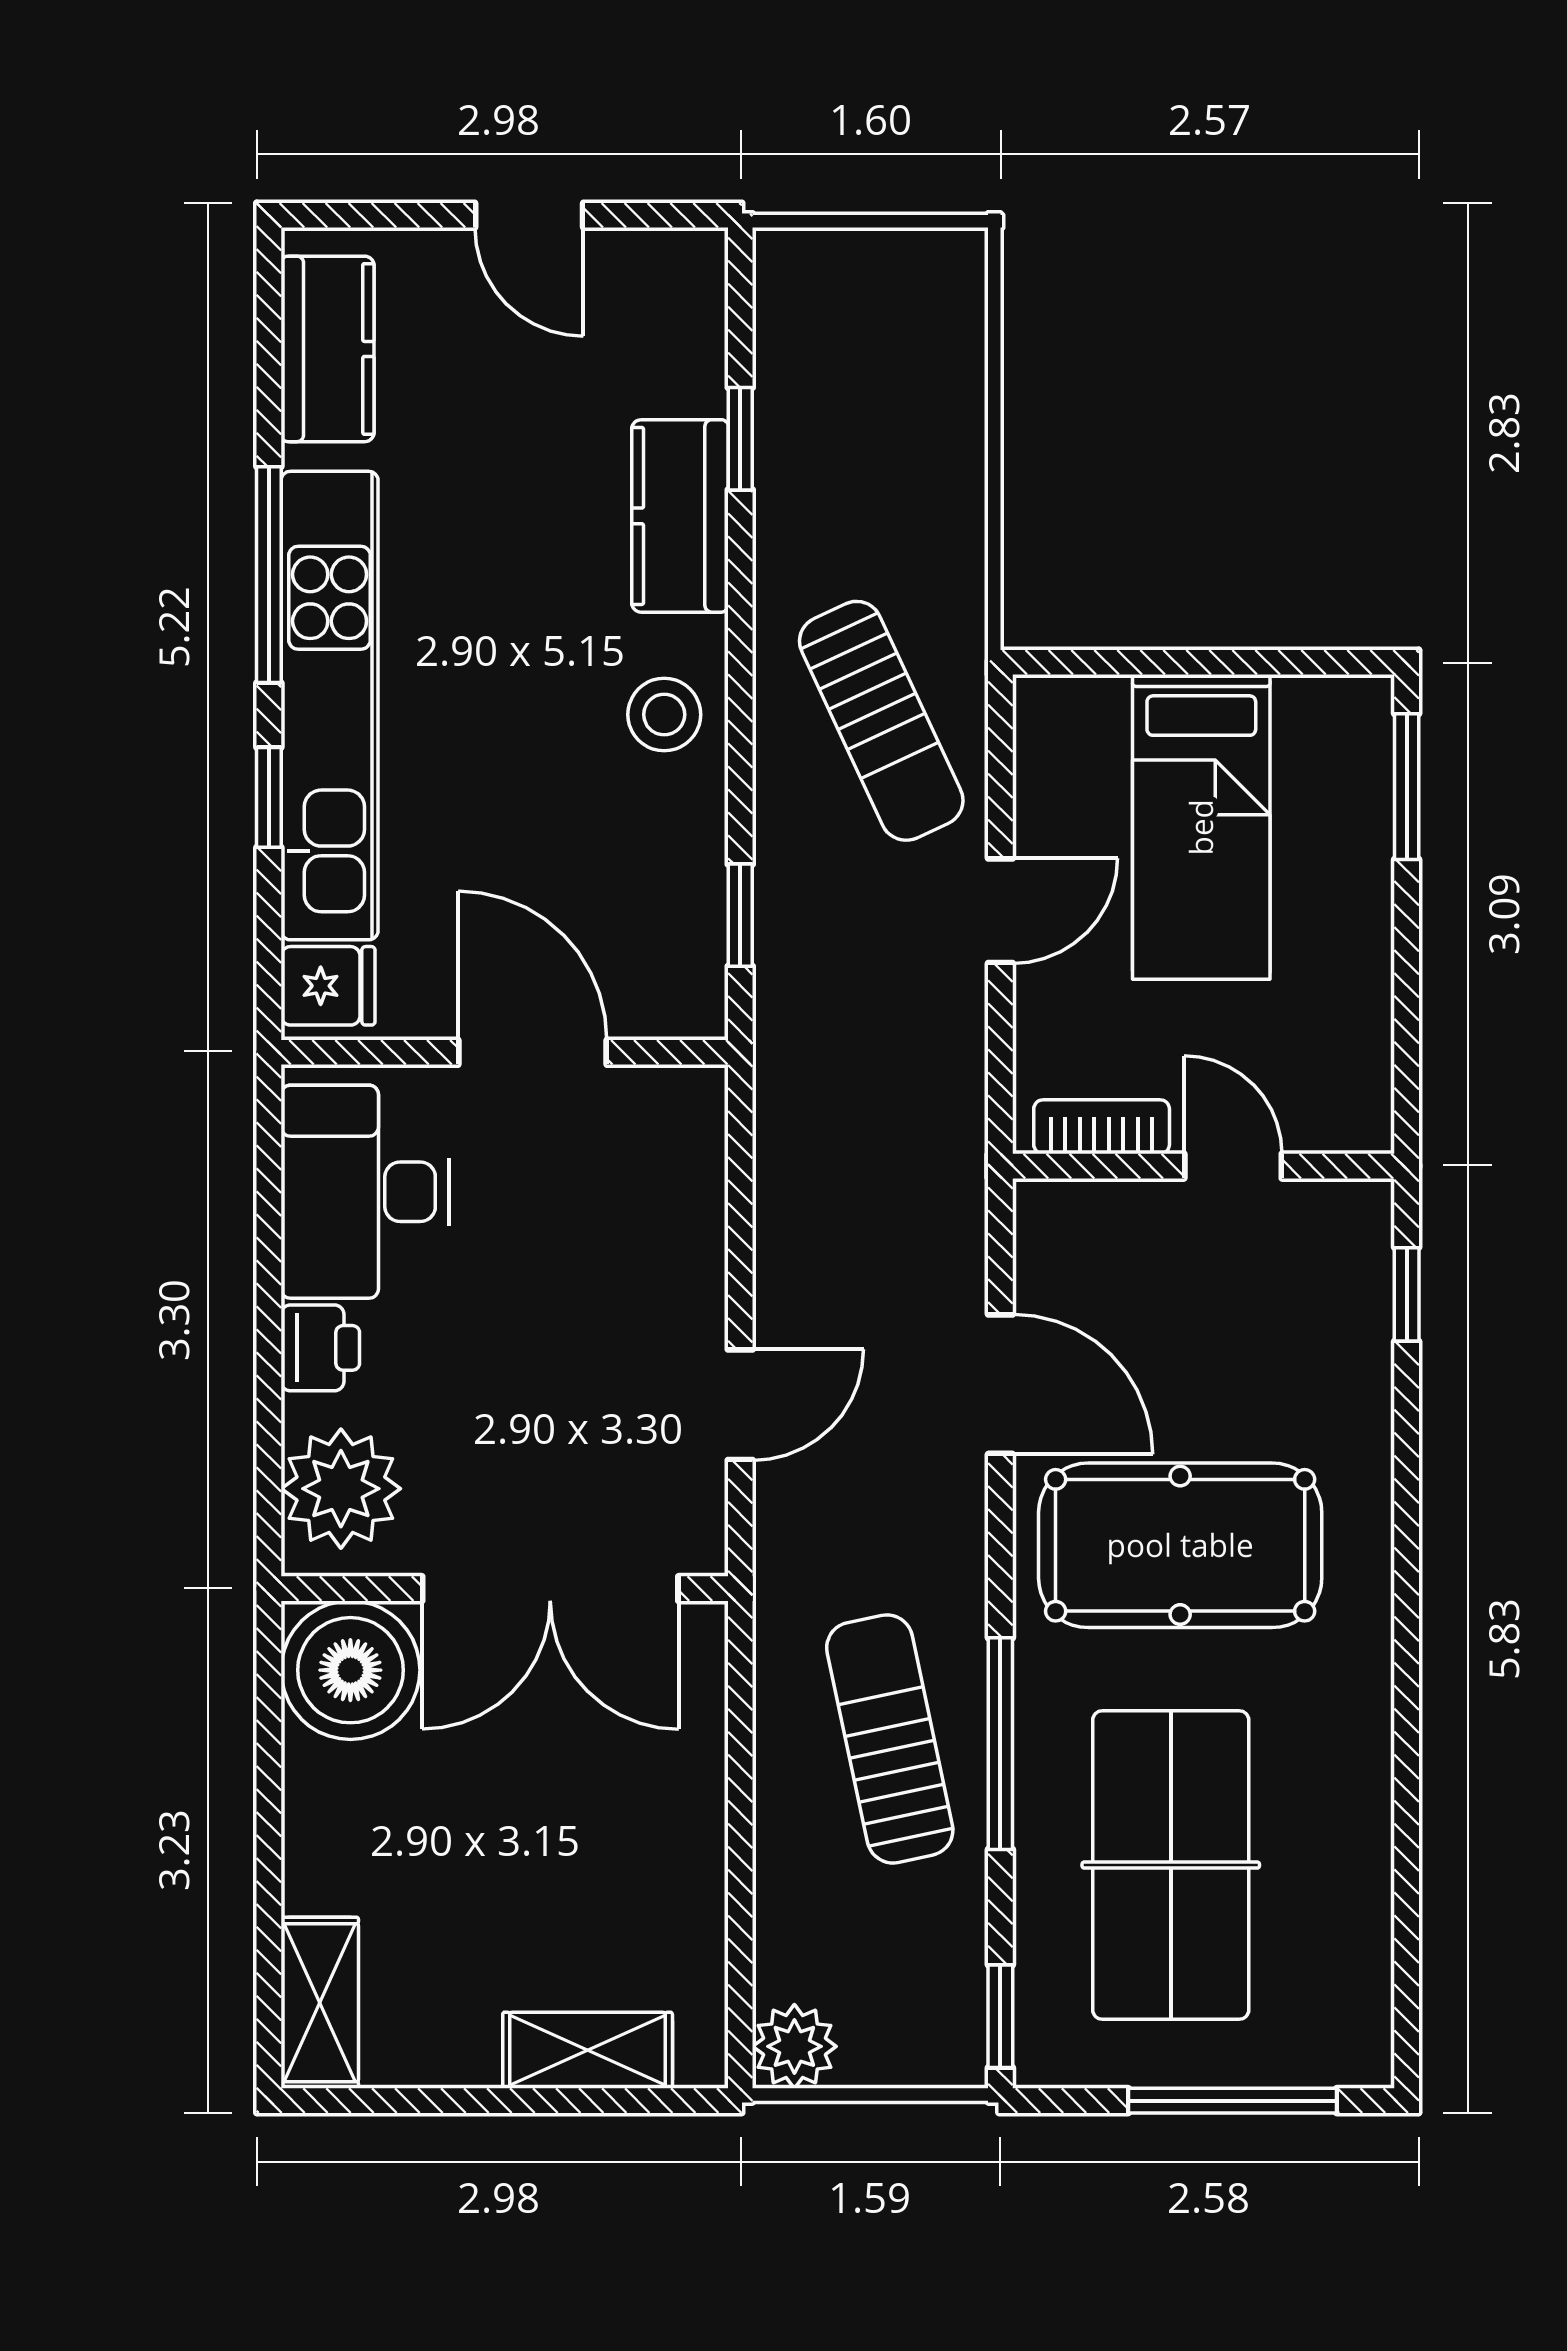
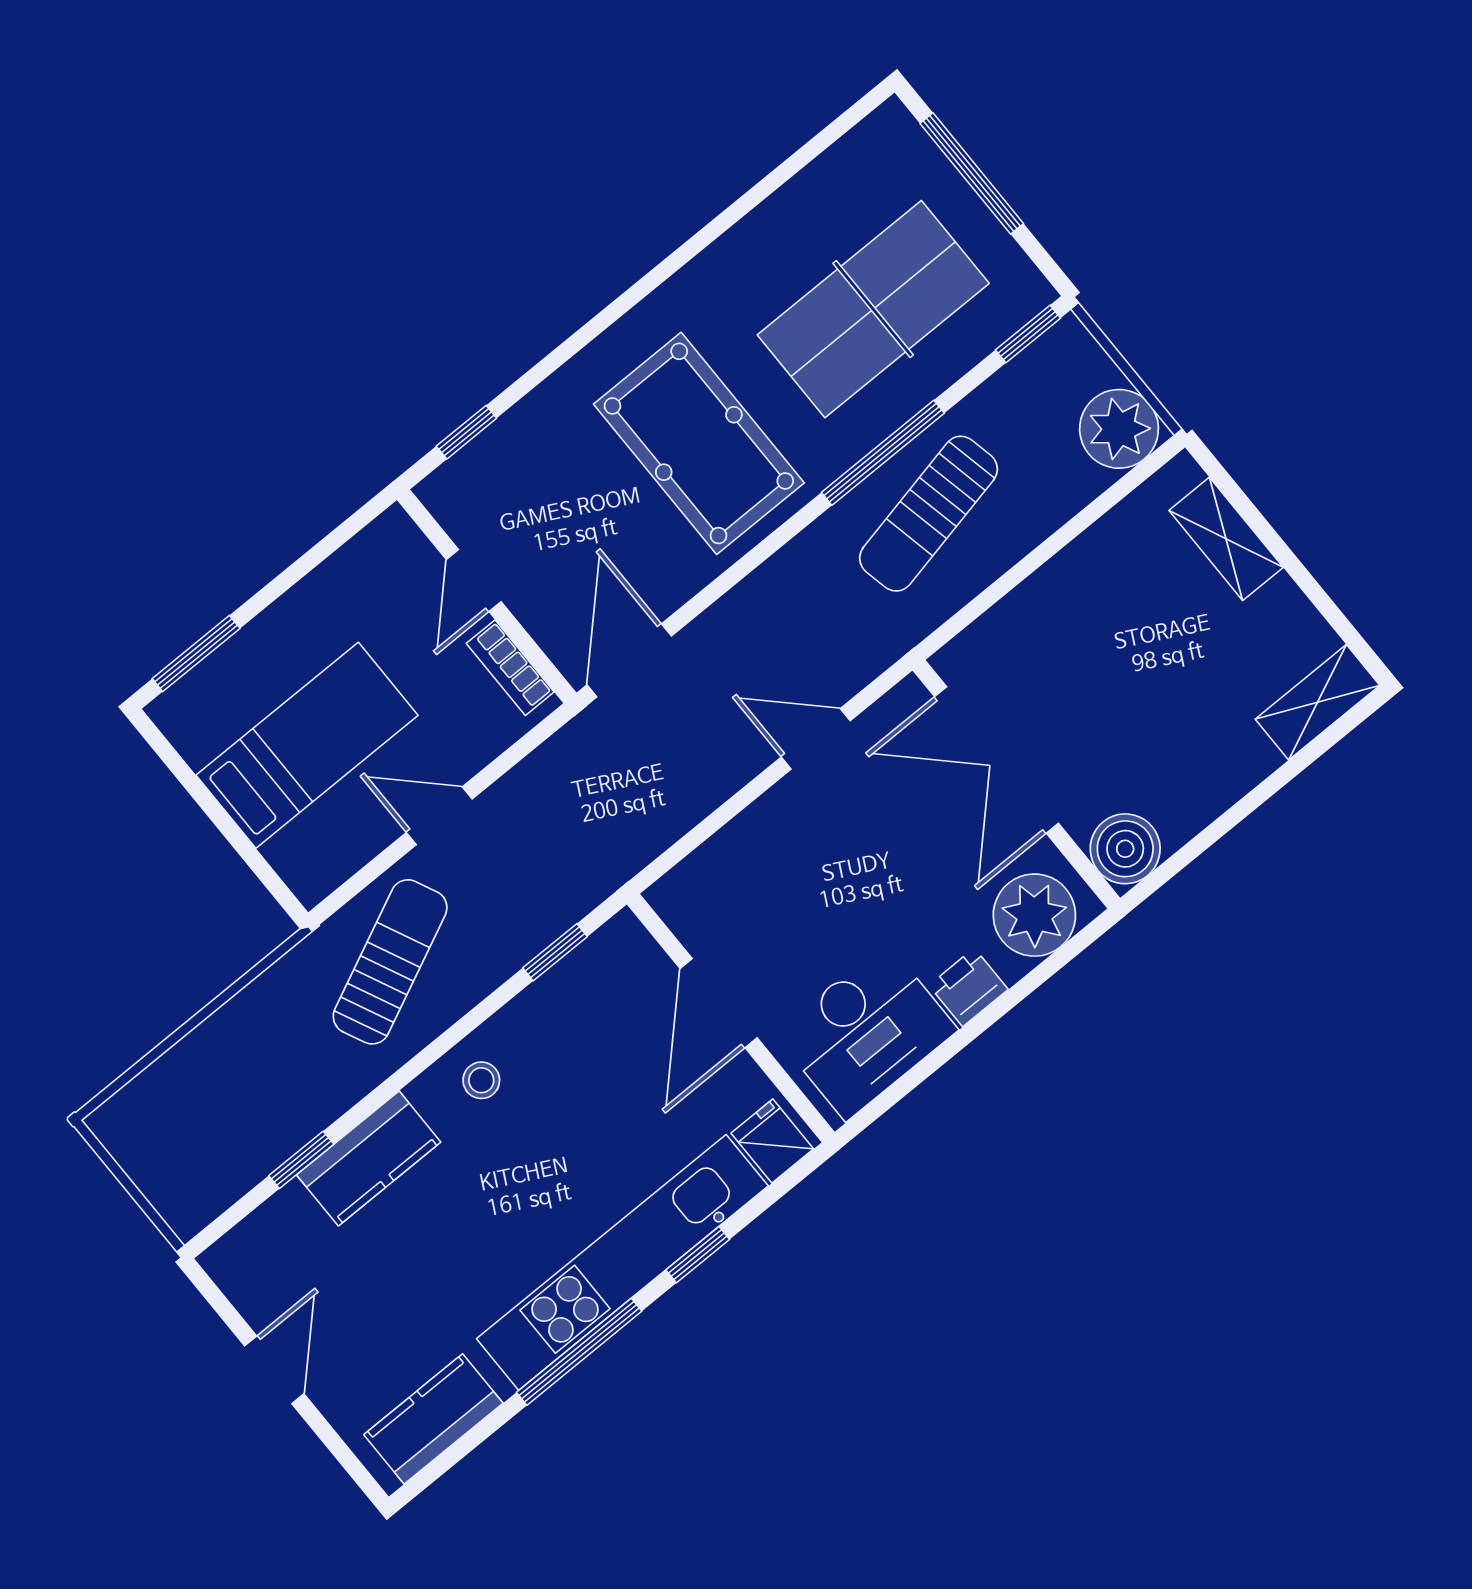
stool: (664, 715) -> (481, 1080), width x0.73, depth x0.73
door: (1000, 1384) -> (629, 660), moved
double door: (550, 1589) -> (996, 760), swing flipped
boiler: (350, 1670) -> (1125, 849), width x0.73, depth x0.73
plant: (794, 2046) -> (1119, 429), width x1.36, depth x1.36

